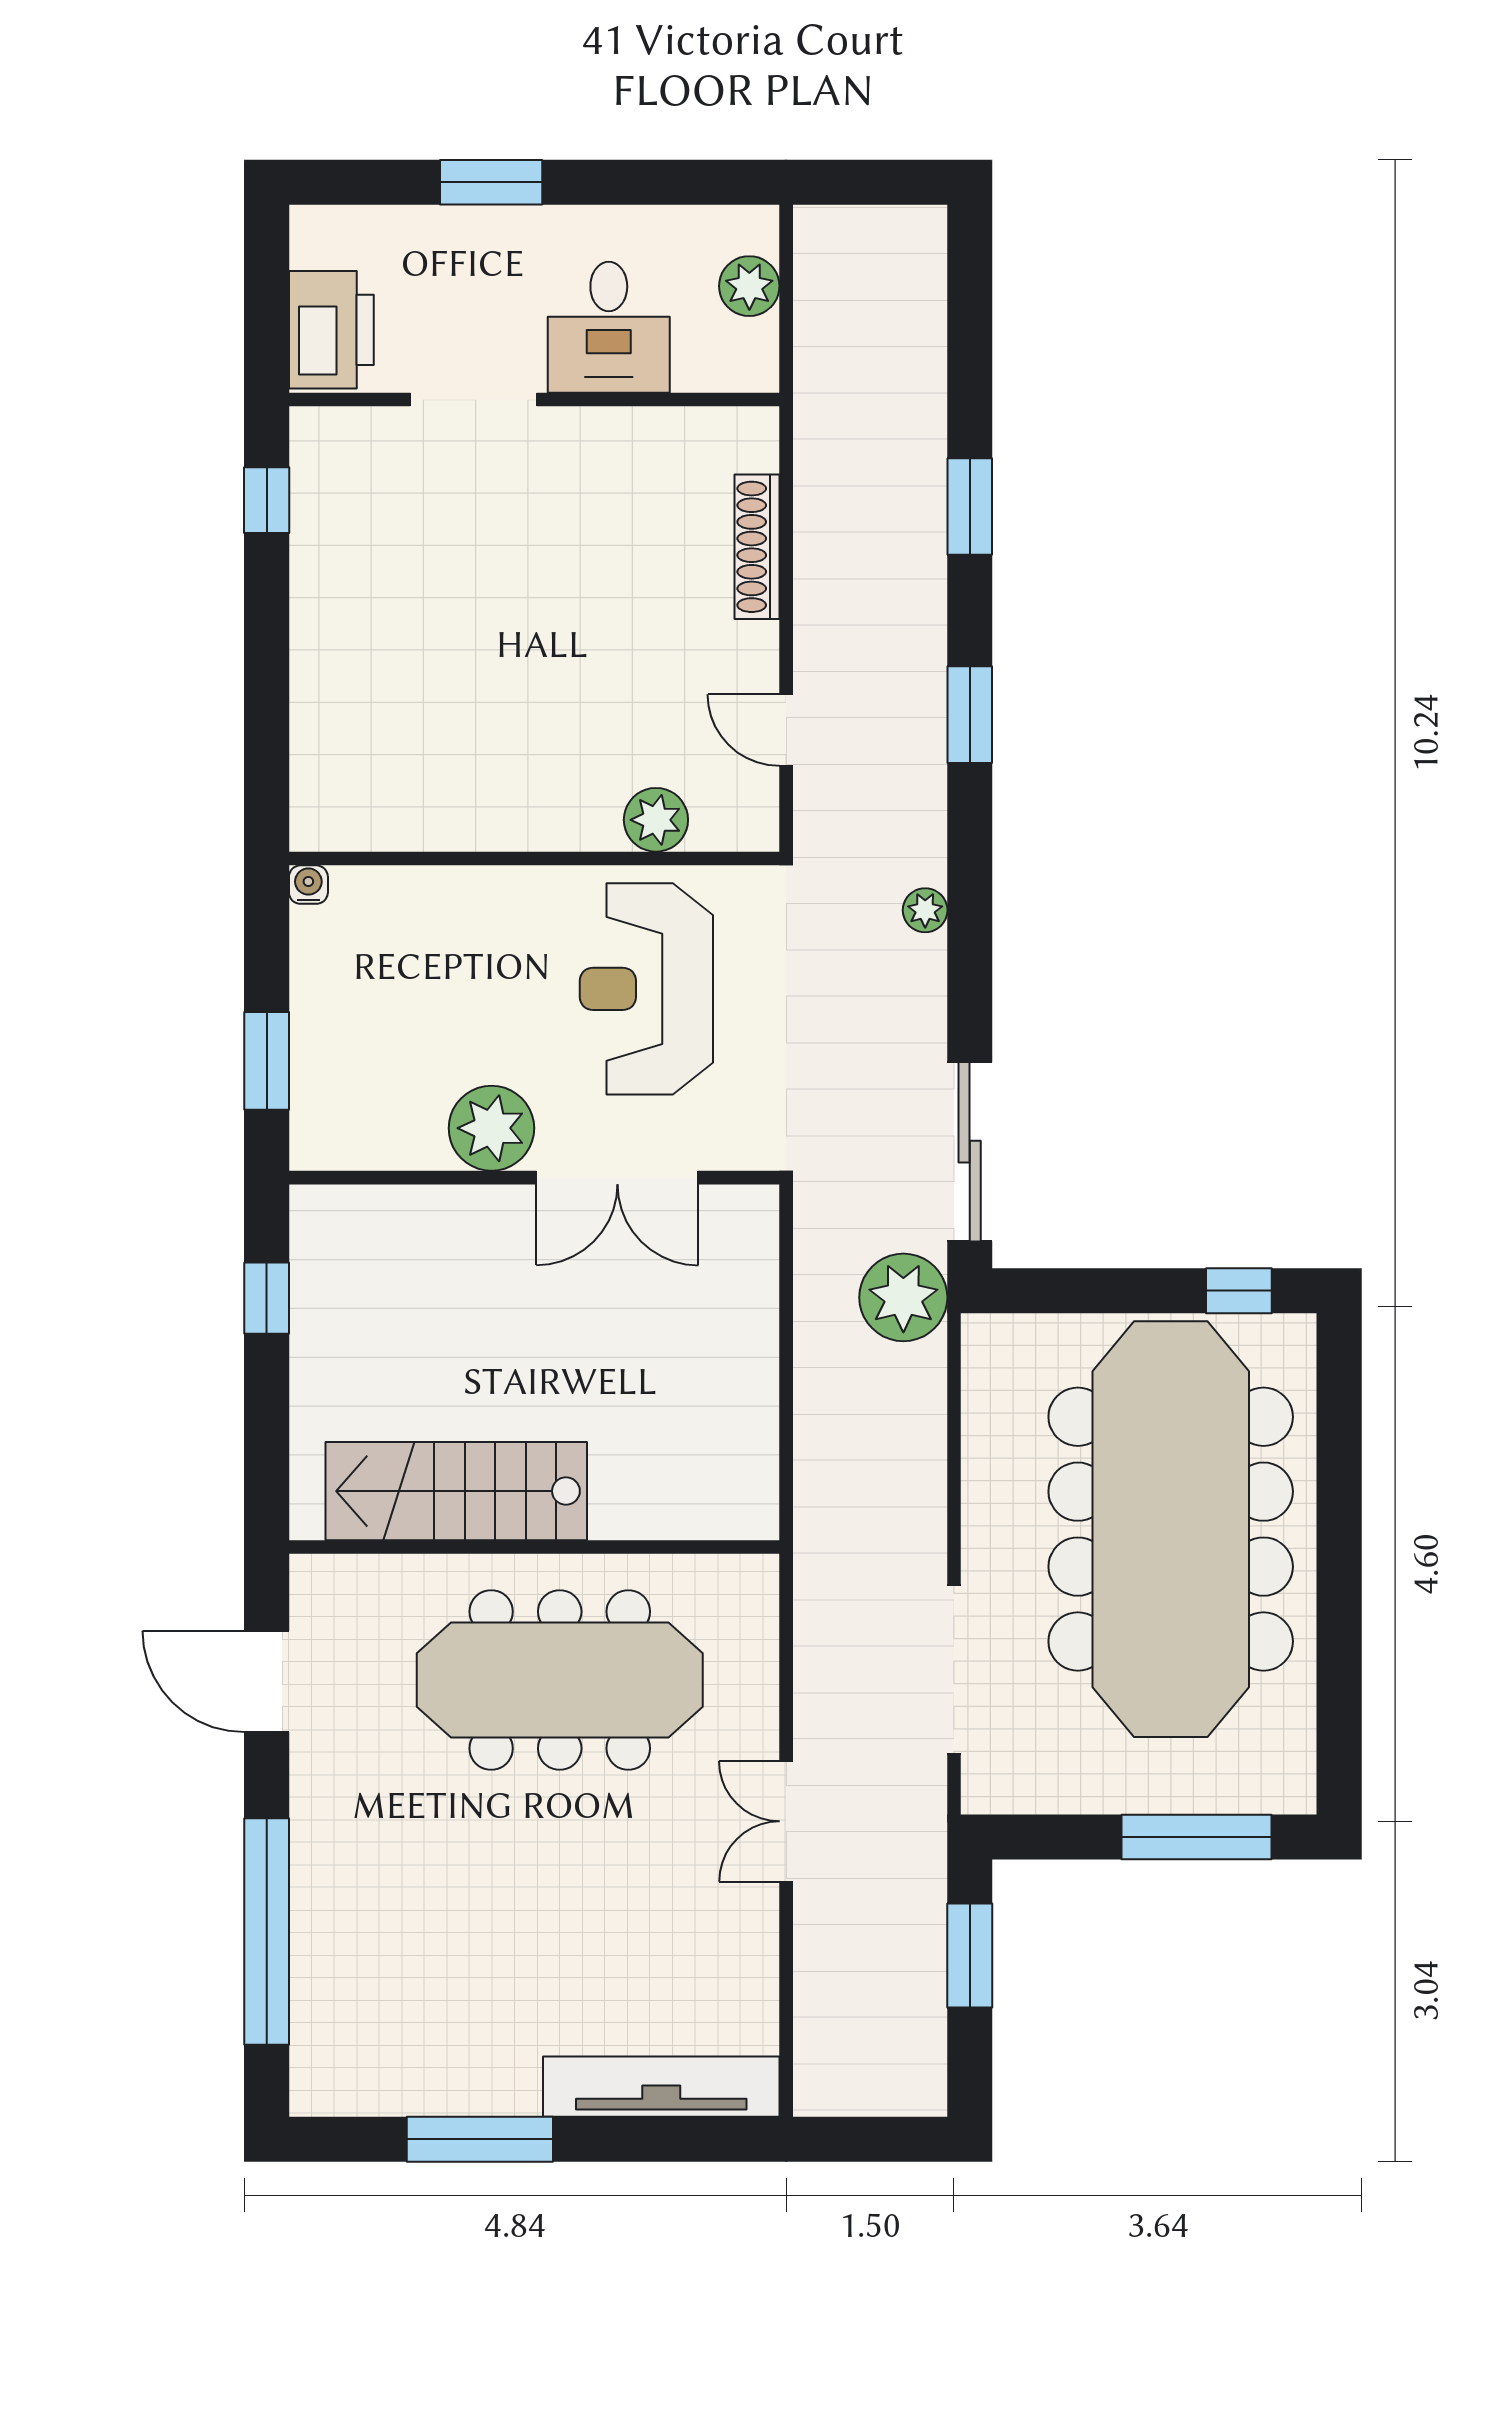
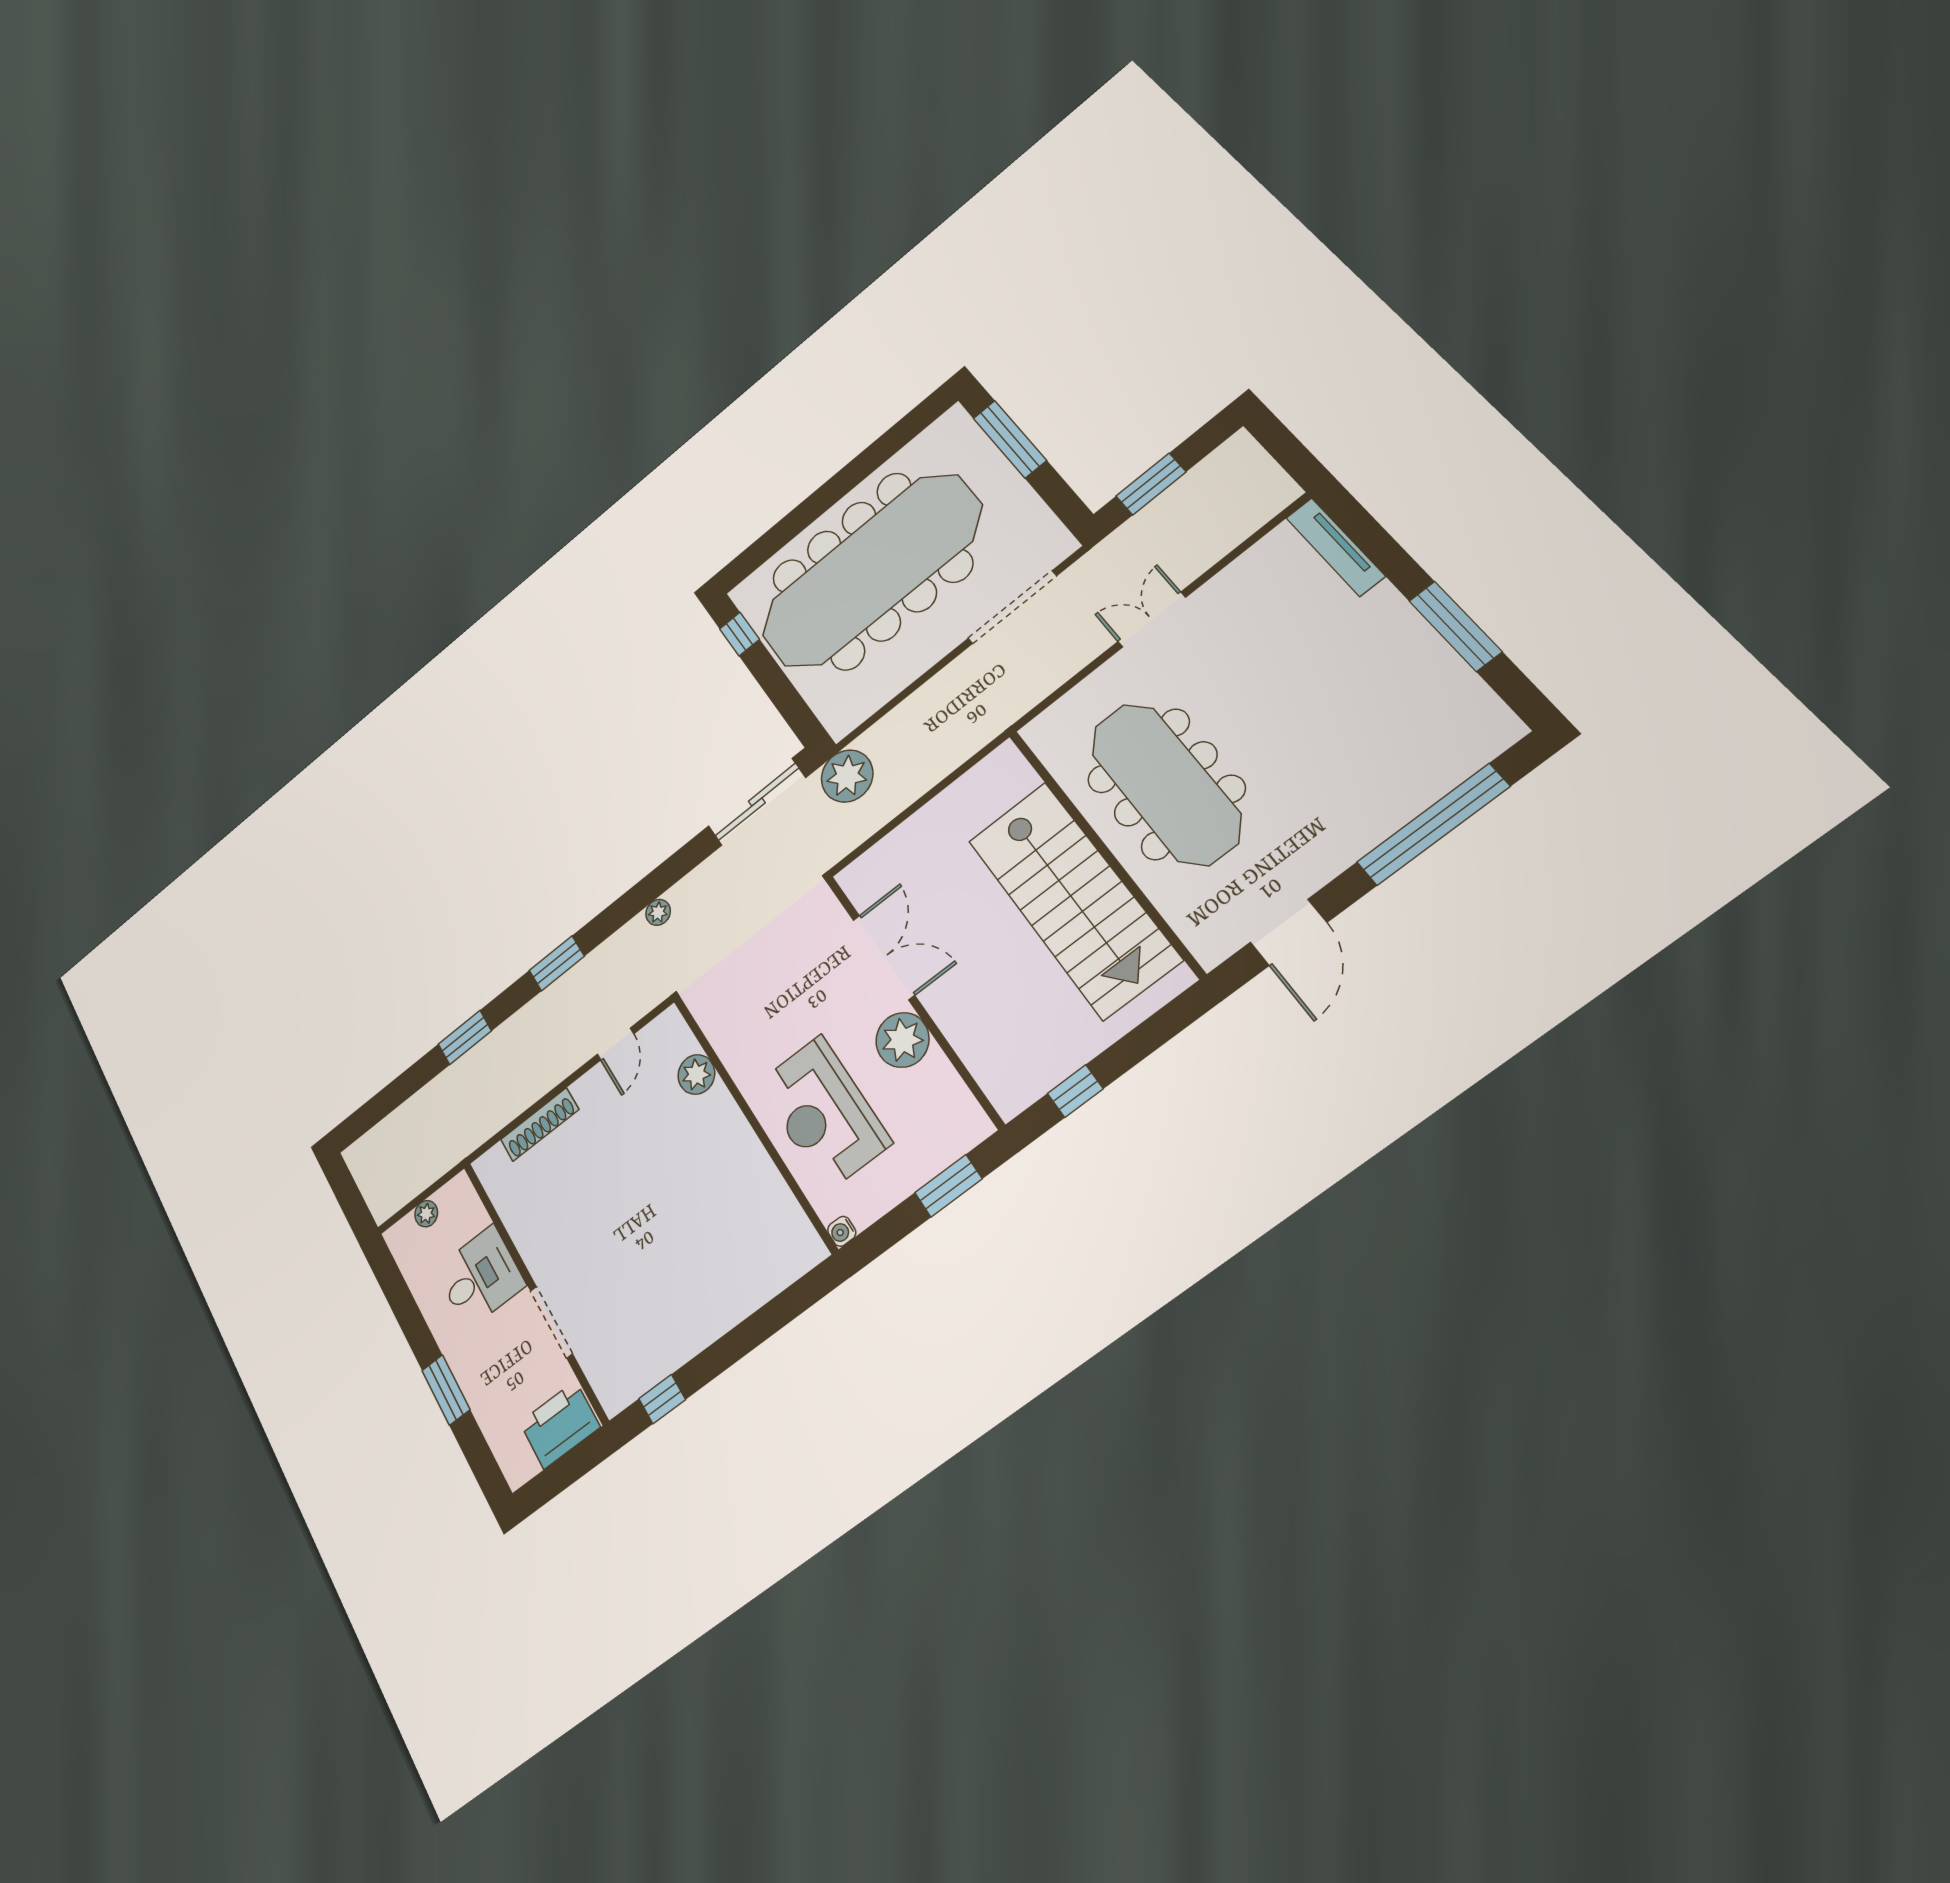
plant: (749, 286) -> (426, 1214), width x0.73, depth x0.73
reception desk: (646, 989) -> (824, 1113), moved, turned 90
stairs: (456, 1491) -> (1073, 899), width x1.36, depth x1.51
double door: (786, 1821) -> (1152, 620), swing flipped
tv unit: (661, 2087) -> (1335, 547), width x0.73, depth x0.78

